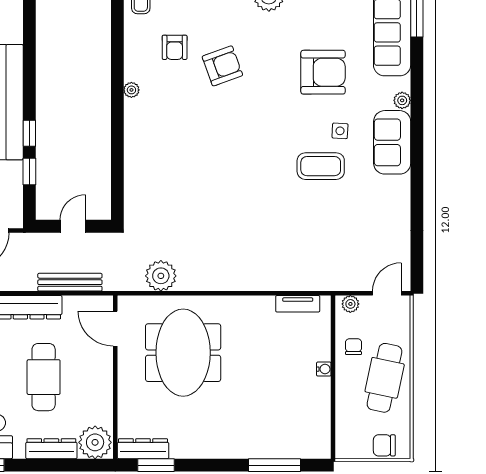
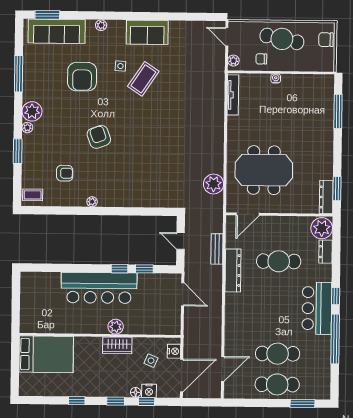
armchair: (222, 66) -> (99, 137), moved
armchair: (323, 72) -> (82, 77), turned 180
sofa: (392, 142) -> (147, 32), moved
coffee table: (321, 166) -> (143, 79), turned 34
bench: (70, 282) -> (217, 249), width x0.73
tv unit: (298, 304) -> (233, 95), width x1.41
chair: (384, 445) -> (326, 40), turned 90
dresser: (51, 449) -> (326, 252), width x0.70

